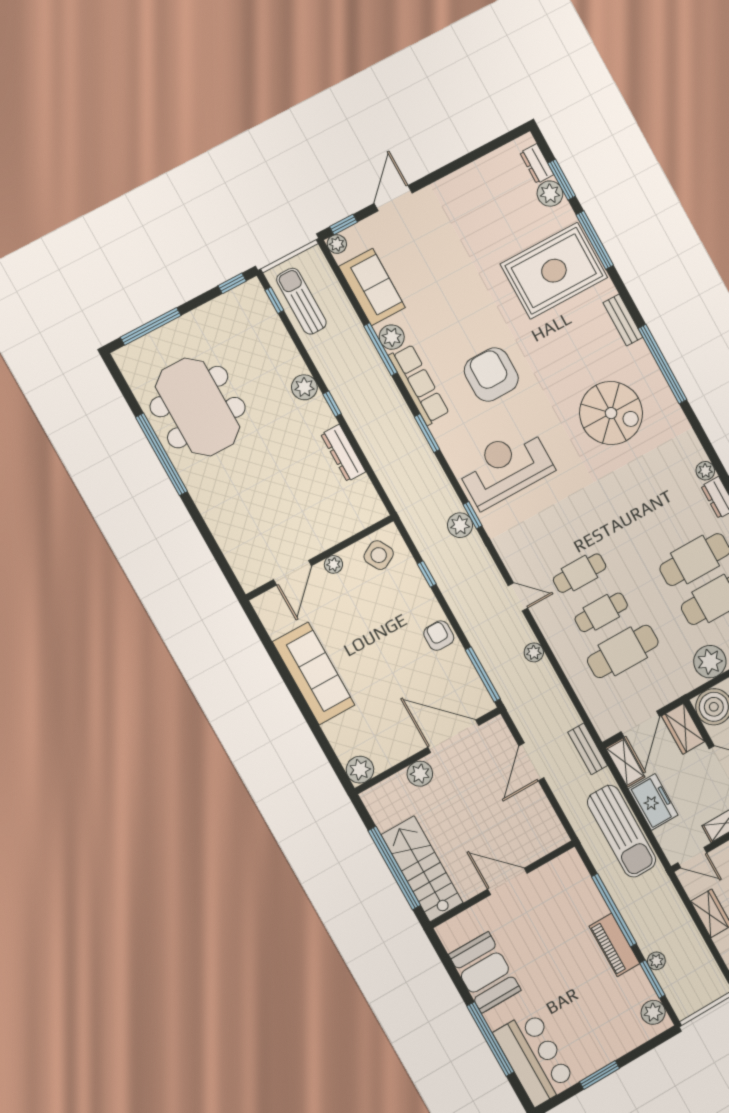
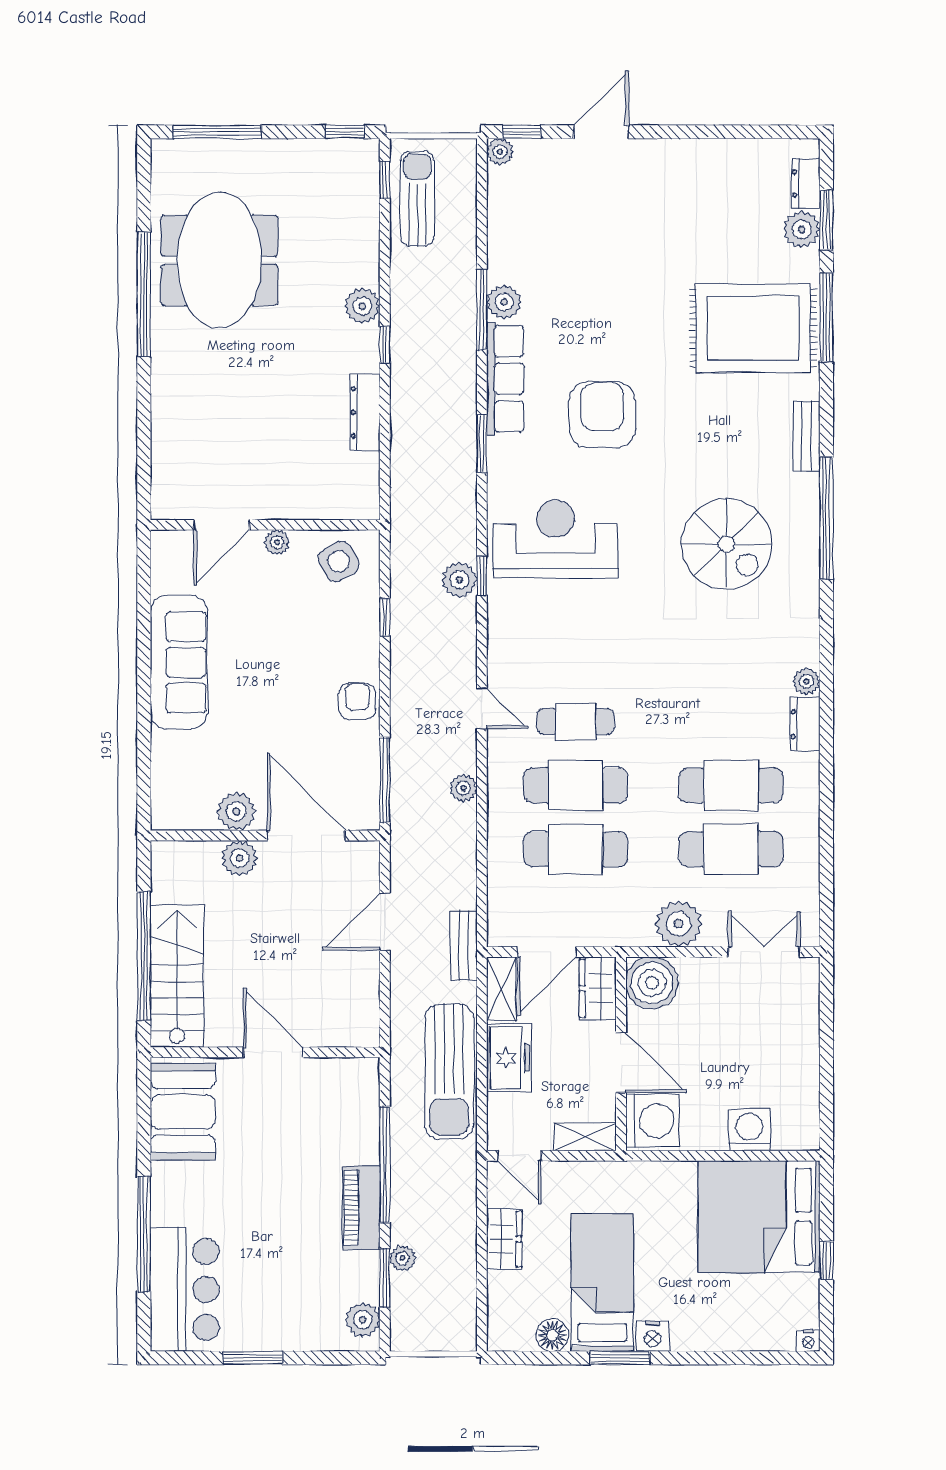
sofa: (372, 287) -> (514, 227), removed
cafe table: (601, 612) -> (576, 785), width x1.37, depth x1.35
plant: (360, 770) -> (236, 812), moved
booth: (485, 972) -> (183, 1112), moved

